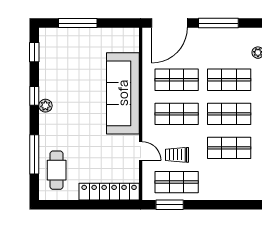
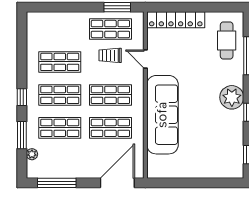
window: (78, 23) -> (206, 183), removed
window: (218, 23) -> (57, 183), moved
plant: (45, 106) -> (232, 97), width x1.87, depth x1.87
trolley: (177, 155) -> (110, 55), turned 180

